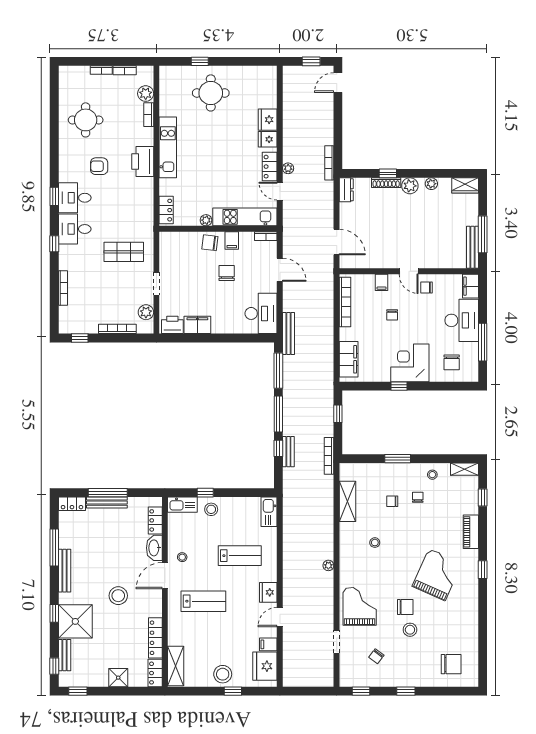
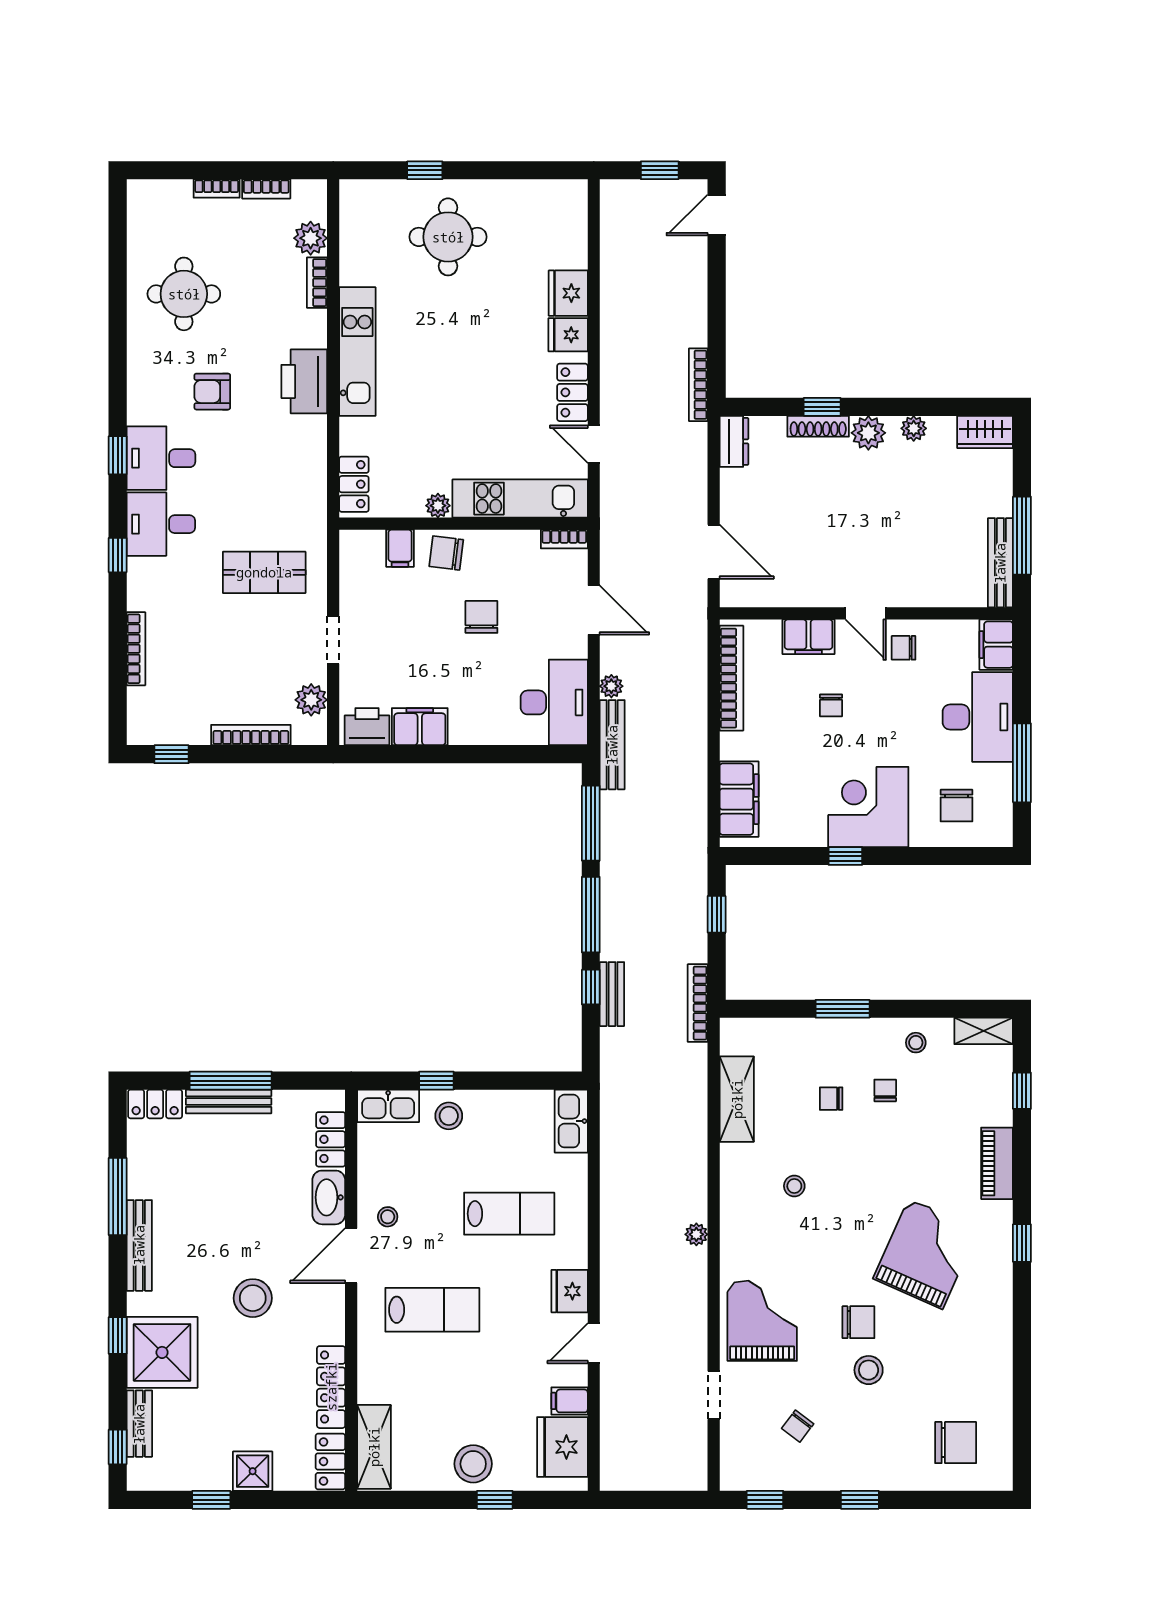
plant: (288, 168) -> (611, 686), moved
filing cabinet: (232, 240) -> (400, 548), moved
filing cabinet: (382, 282) -> (809, 637), width x2.00
window: (78, 691) -> (211, 1500), moved

